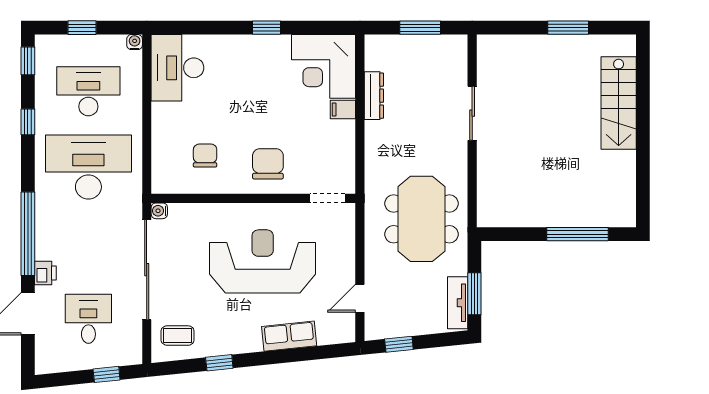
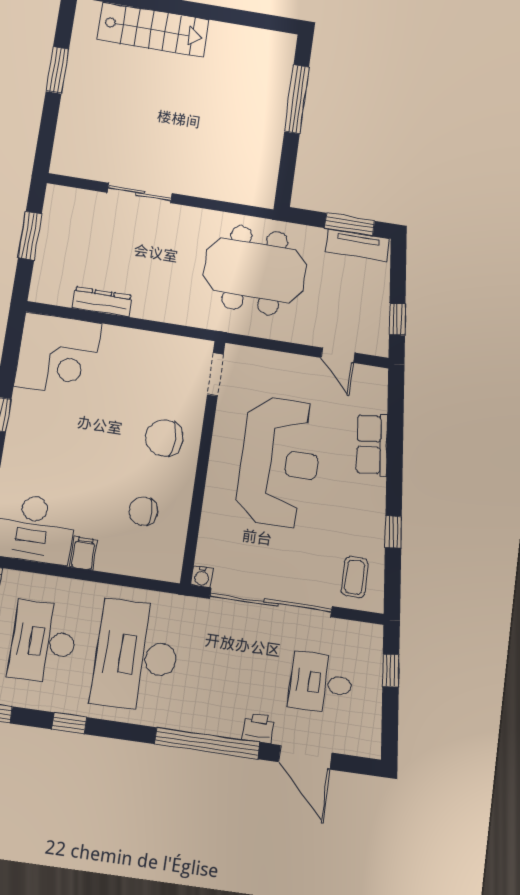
filing cabinet: (343, 110) -> (83, 553), moved, turned 180
reception desk: (263, 261) -> (280, 462), turned 180

